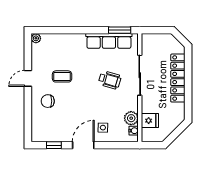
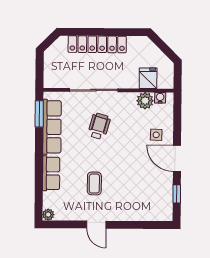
row of seats: (70, 40) -> (51, 173), added
chair: (48, 101) -> (124, 201), removed

